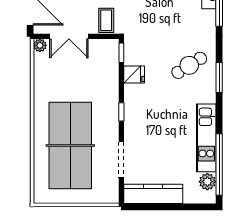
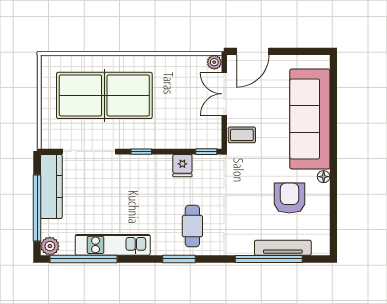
cafe table: (189, 65) -> (192, 226), turned 32
doorway: (121, 159) -> (89, 152), width x1.36
plant: (207, 182) -> (50, 246), moved
window: (173, 207) -> (37, 208), added

